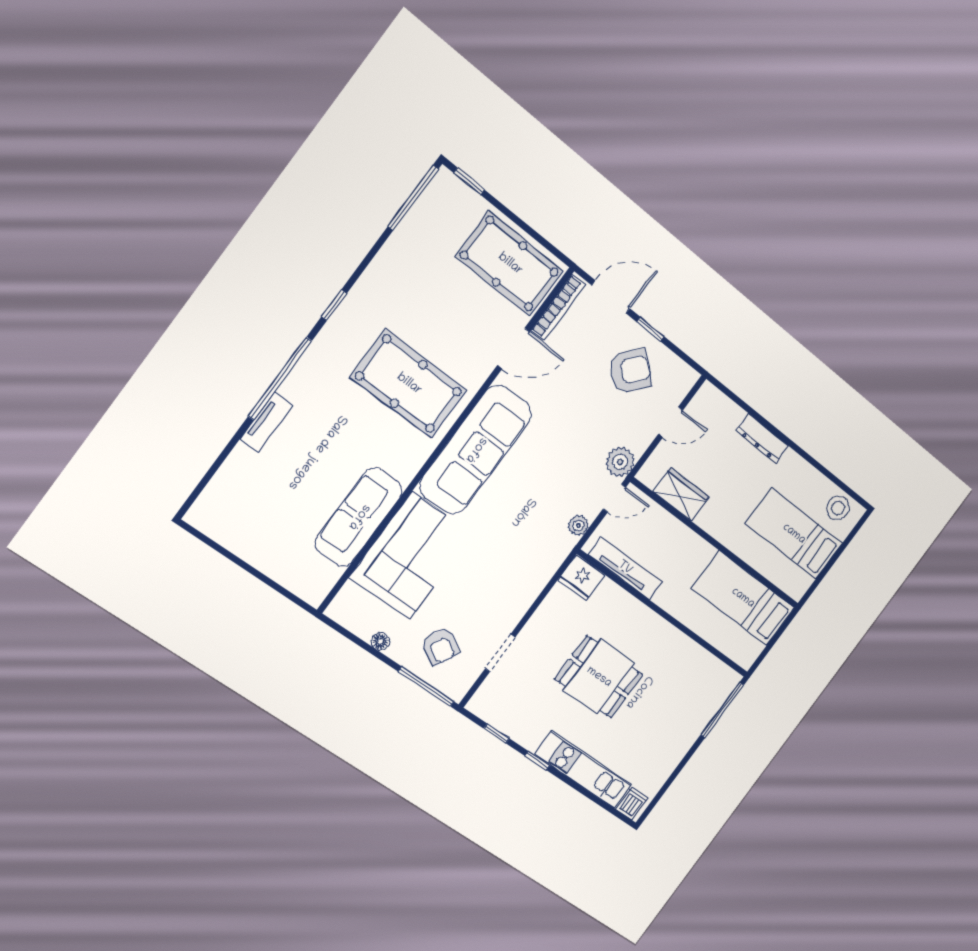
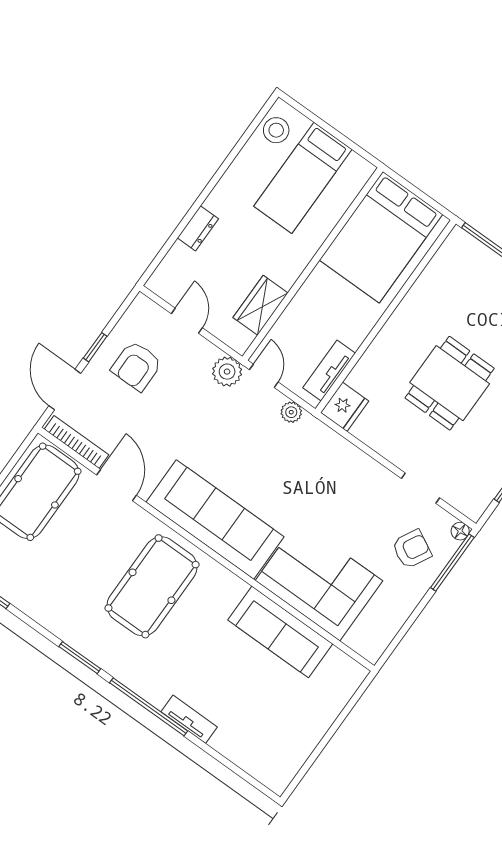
window: (334, 305) -> (80, 658), width x1.50
armchair: (630, 371) -> (137, 366), turned -131
dresser: (762, 438) -> (198, 228), width x0.70
tv unit: (625, 568) -> (329, 370), width x0.71
bed: (743, 598) -> (381, 237), width x1.50
floor lamp: (380, 641) -> (460, 531), moved

